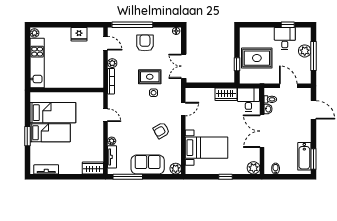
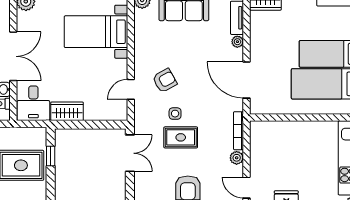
door: (106, 115) -> (247, 80), width x1.88
armchair: (161, 131) -> (165, 81), moved

